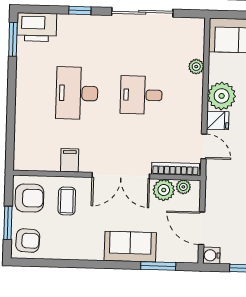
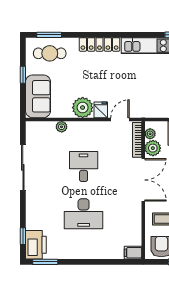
window: (80, 11) -> (23, 236), moved
desk: (141, 95) -> (84, 167), turned 180
filing cabinet: (70, 160) -> (133, 253), moved

